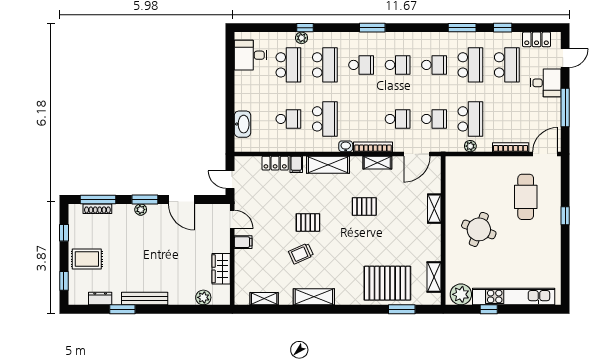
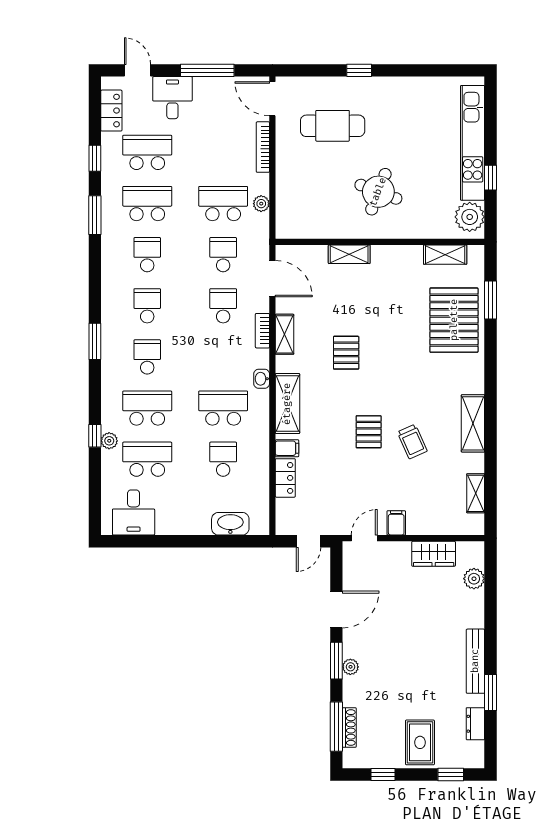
bookcase: (373, 147) -> (262, 331), width x0.64

